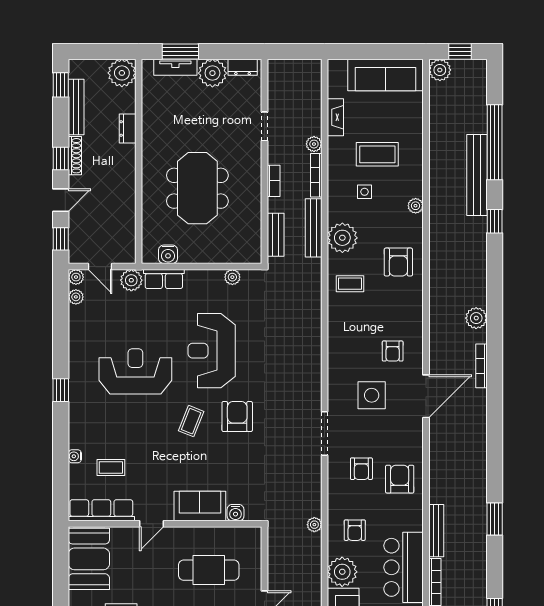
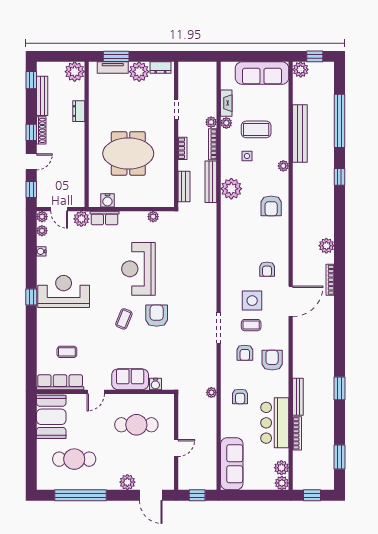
bench: (477, 175) -> (300, 133), moved
meeting table: (197, 188) -> (128, 153), turned 90
coffee table: (350, 284) -> (251, 325), moved
reception desk: (135, 371) -> (64, 292), moved
water cooler: (75, 456) -> (41, 251), moved
plant: (342, 572) -> (226, 123), moved, width x0.53, depth x0.53

